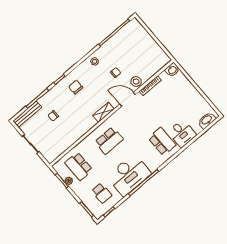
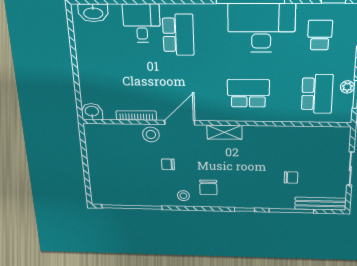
chair: (76, 87) -> (208, 187), moved
door: (128, 99) -> (180, 123), swing flipped
school desk: (162, 142) -> (178, 35), turned 180

